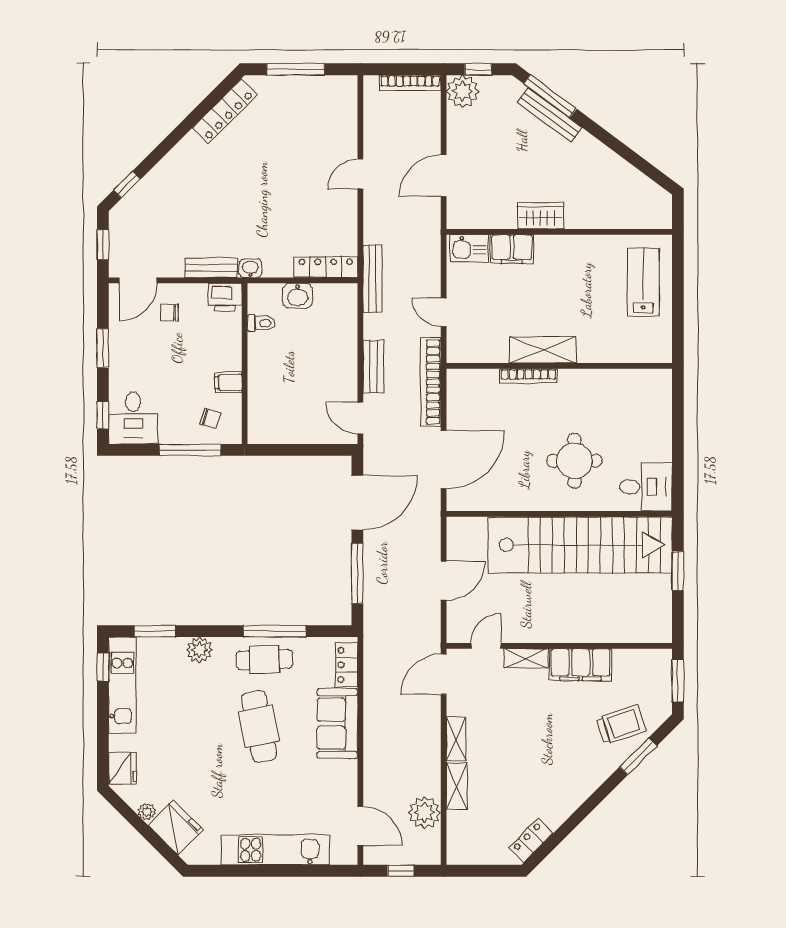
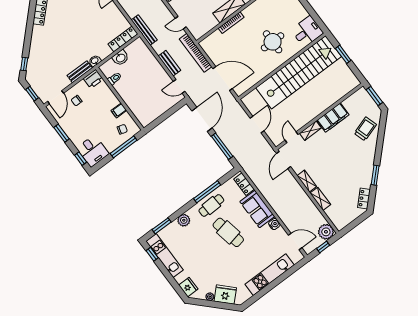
door: (444, 460) -> (223, 79), hinge flipped
window: (638, 756) -> (375, 175), moved
water cooler: (347, 771) -> (274, 224), added
plant: (425, 813) -> (326, 232), moved

